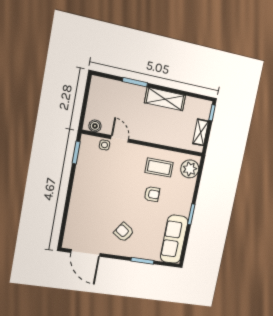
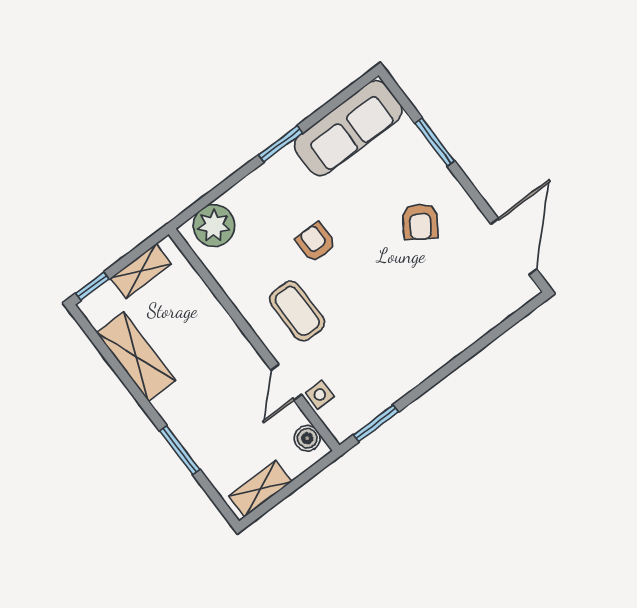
shelving: (95, 93) -> (260, 489), added
shelving: (165, 99) -> (136, 357), moved
coffee table: (159, 168) -> (297, 311), moved

